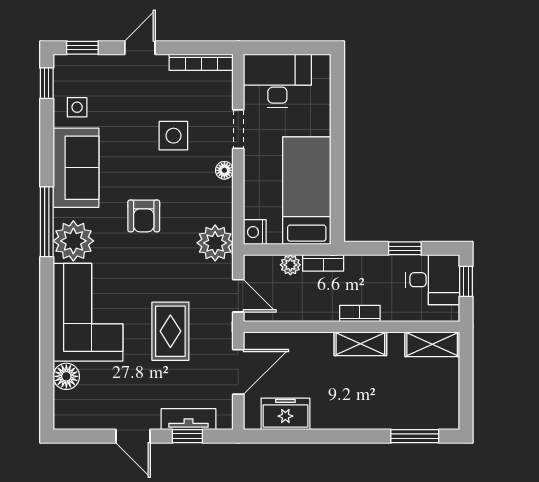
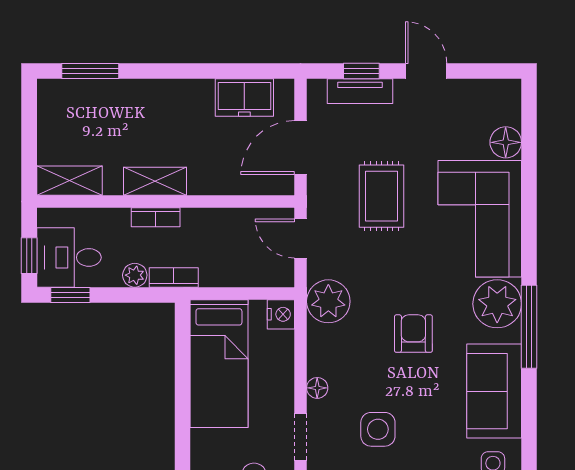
window: (405, 248) -> (70, 295), moved
bookcase: (323, 263) -> (174, 278), moved
plant: (290, 265) -> (135, 275), moved

